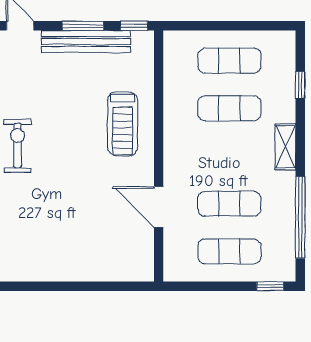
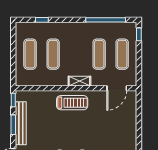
treadmill: (122, 124) -> (72, 103), moved
shelving: (285, 147) -> (79, 81), moved
door: (159, 207) -> (117, 88), moved

